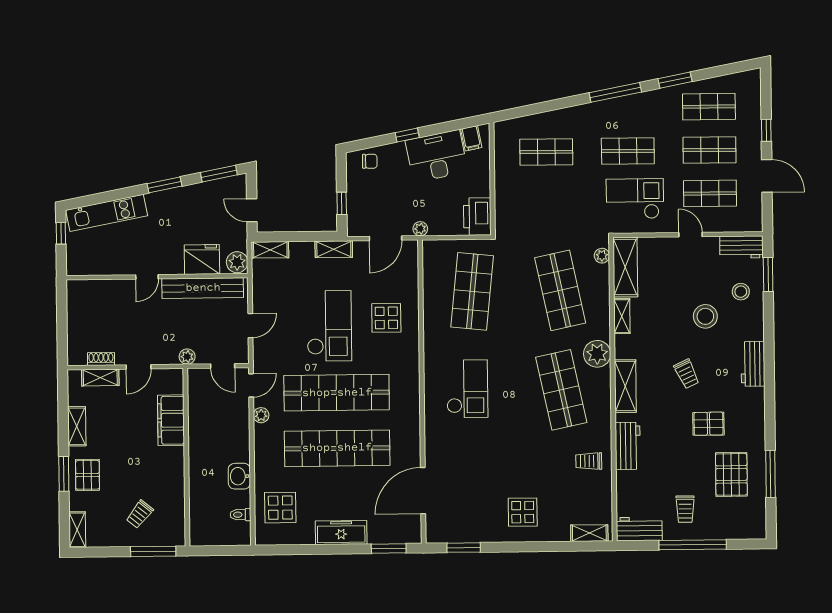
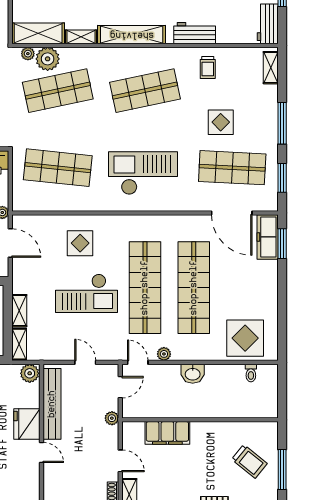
shelving: (334, 249) -> (19, 311), moved
fridge: (202, 259) -> (27, 424), moved
checkout: (329, 326) -> (86, 293), turned 180
plant: (597, 354) -> (48, 59), moved
shelving: (625, 386) -> (132, 35), width x1.47
checkout: (467, 389) -> (143, 173), width x1.36, depth x1.21
washbasin: (239, 476) -> (193, 374), moved
shop shelf: (475, 490) -> (232, 168), added
display table: (280, 508) -> (245, 338), width x1.36, depth x1.36
display table: (523, 512) -> (221, 122), moved
trolley: (140, 514) -> (249, 461), width x1.36, depth x1.39
freezer: (341, 532) -> (268, 237), moved
window: (526, 547) -> (282, 123), added
window: (153, 551) -> (282, 470), moved

